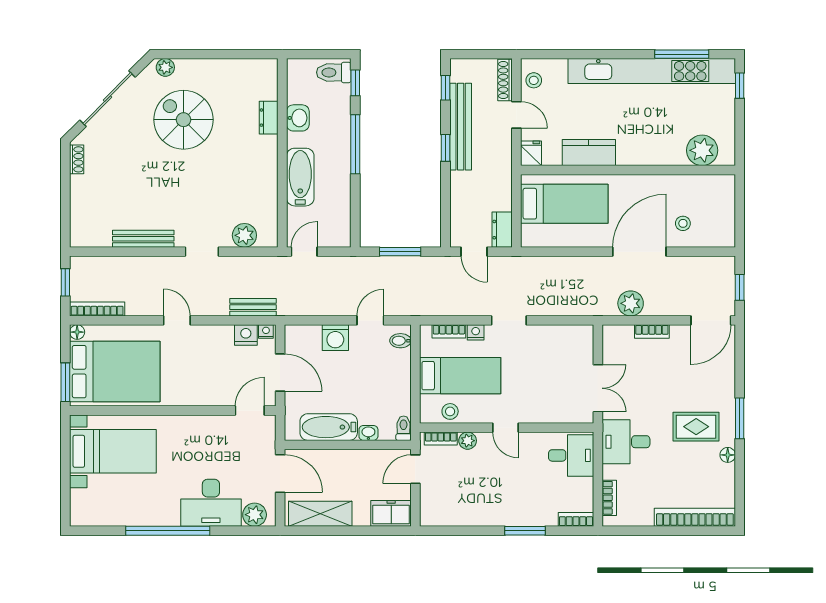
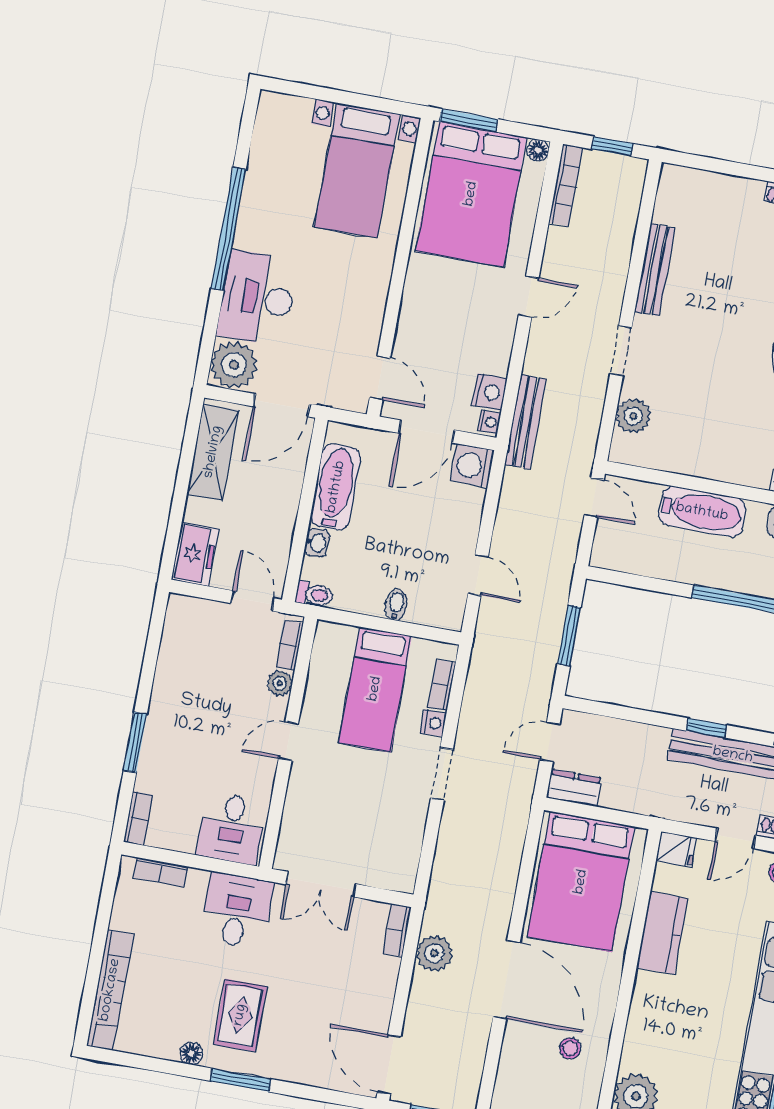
bed: (564, 204) -> (581, 882), width x1.50
stool: (683, 223) -> (570, 1048), moved
bench: (253, 307) -> (525, 422), width x1.36
bookcase: (652, 332) -> (397, 930), moved
washing machine: (335, 338) -> (472, 465), moved
bidet: (400, 341) -> (396, 605), moved
stool: (450, 411) -> (326, 666), removed
plant: (255, 515) -> (234, 365), width x1.36, depth x1.36

